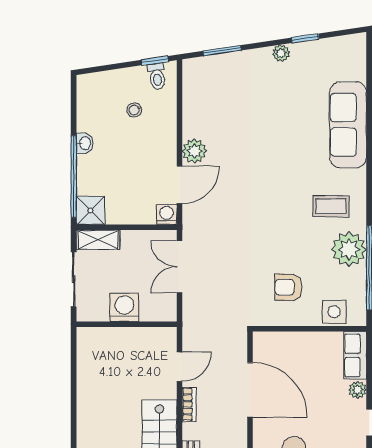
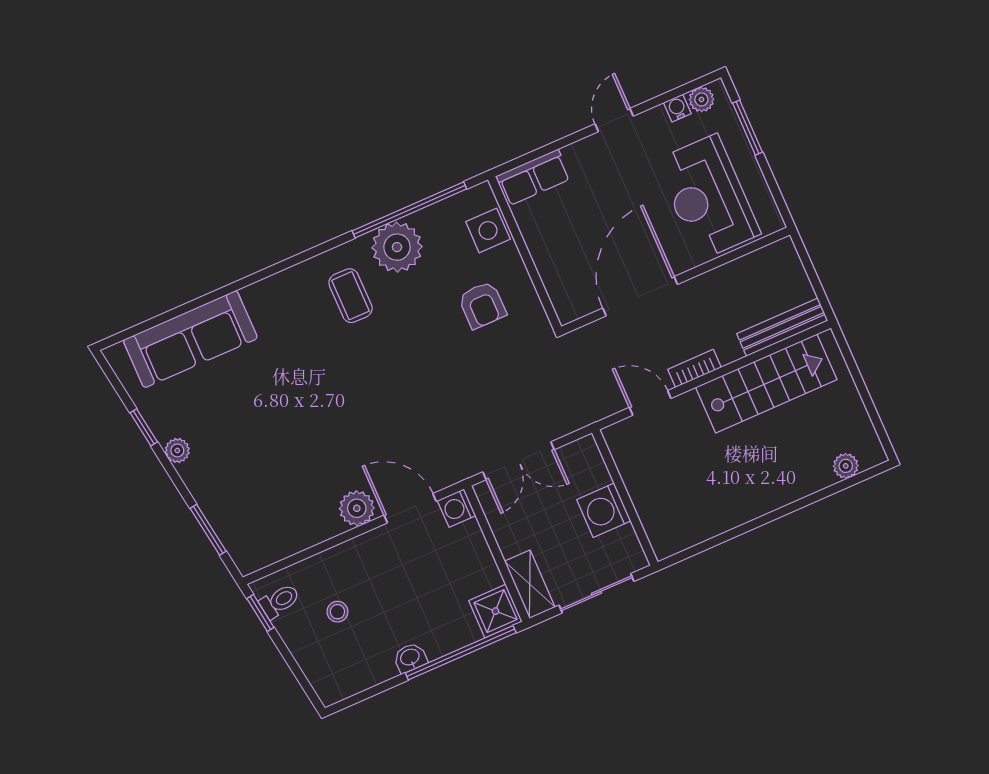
sofa: (348, 125) -> (190, 339), moved
plant: (358, 390) -> (577, 154), removed

